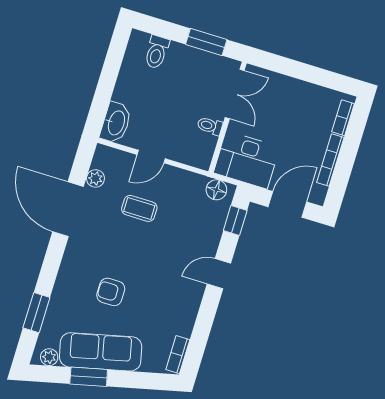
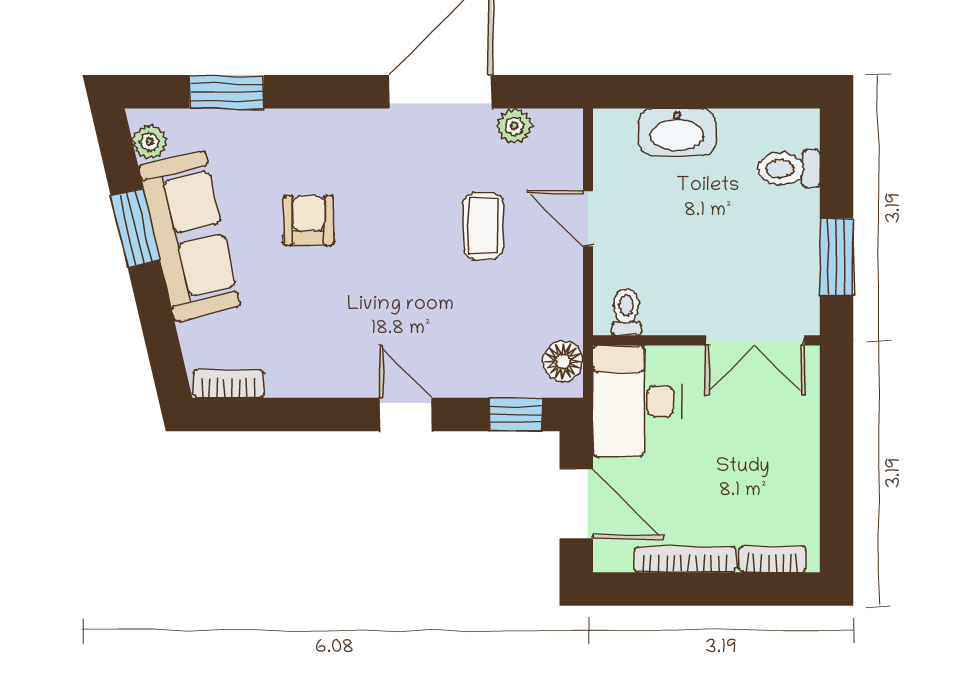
washbasin: (116, 123) -> (677, 132), moved
toilet: (210, 126) -> (626, 312), moved

